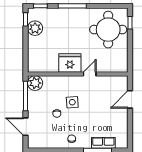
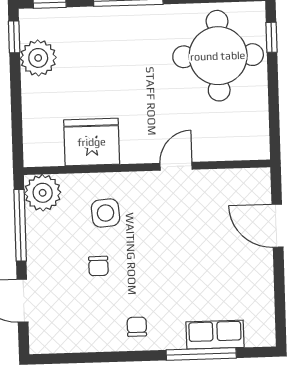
fridge: (70, 63) -> (92, 142), moved
door: (130, 99) -> (277, 226), hinge flipped
side table: (72, 102) -> (105, 213), moved

